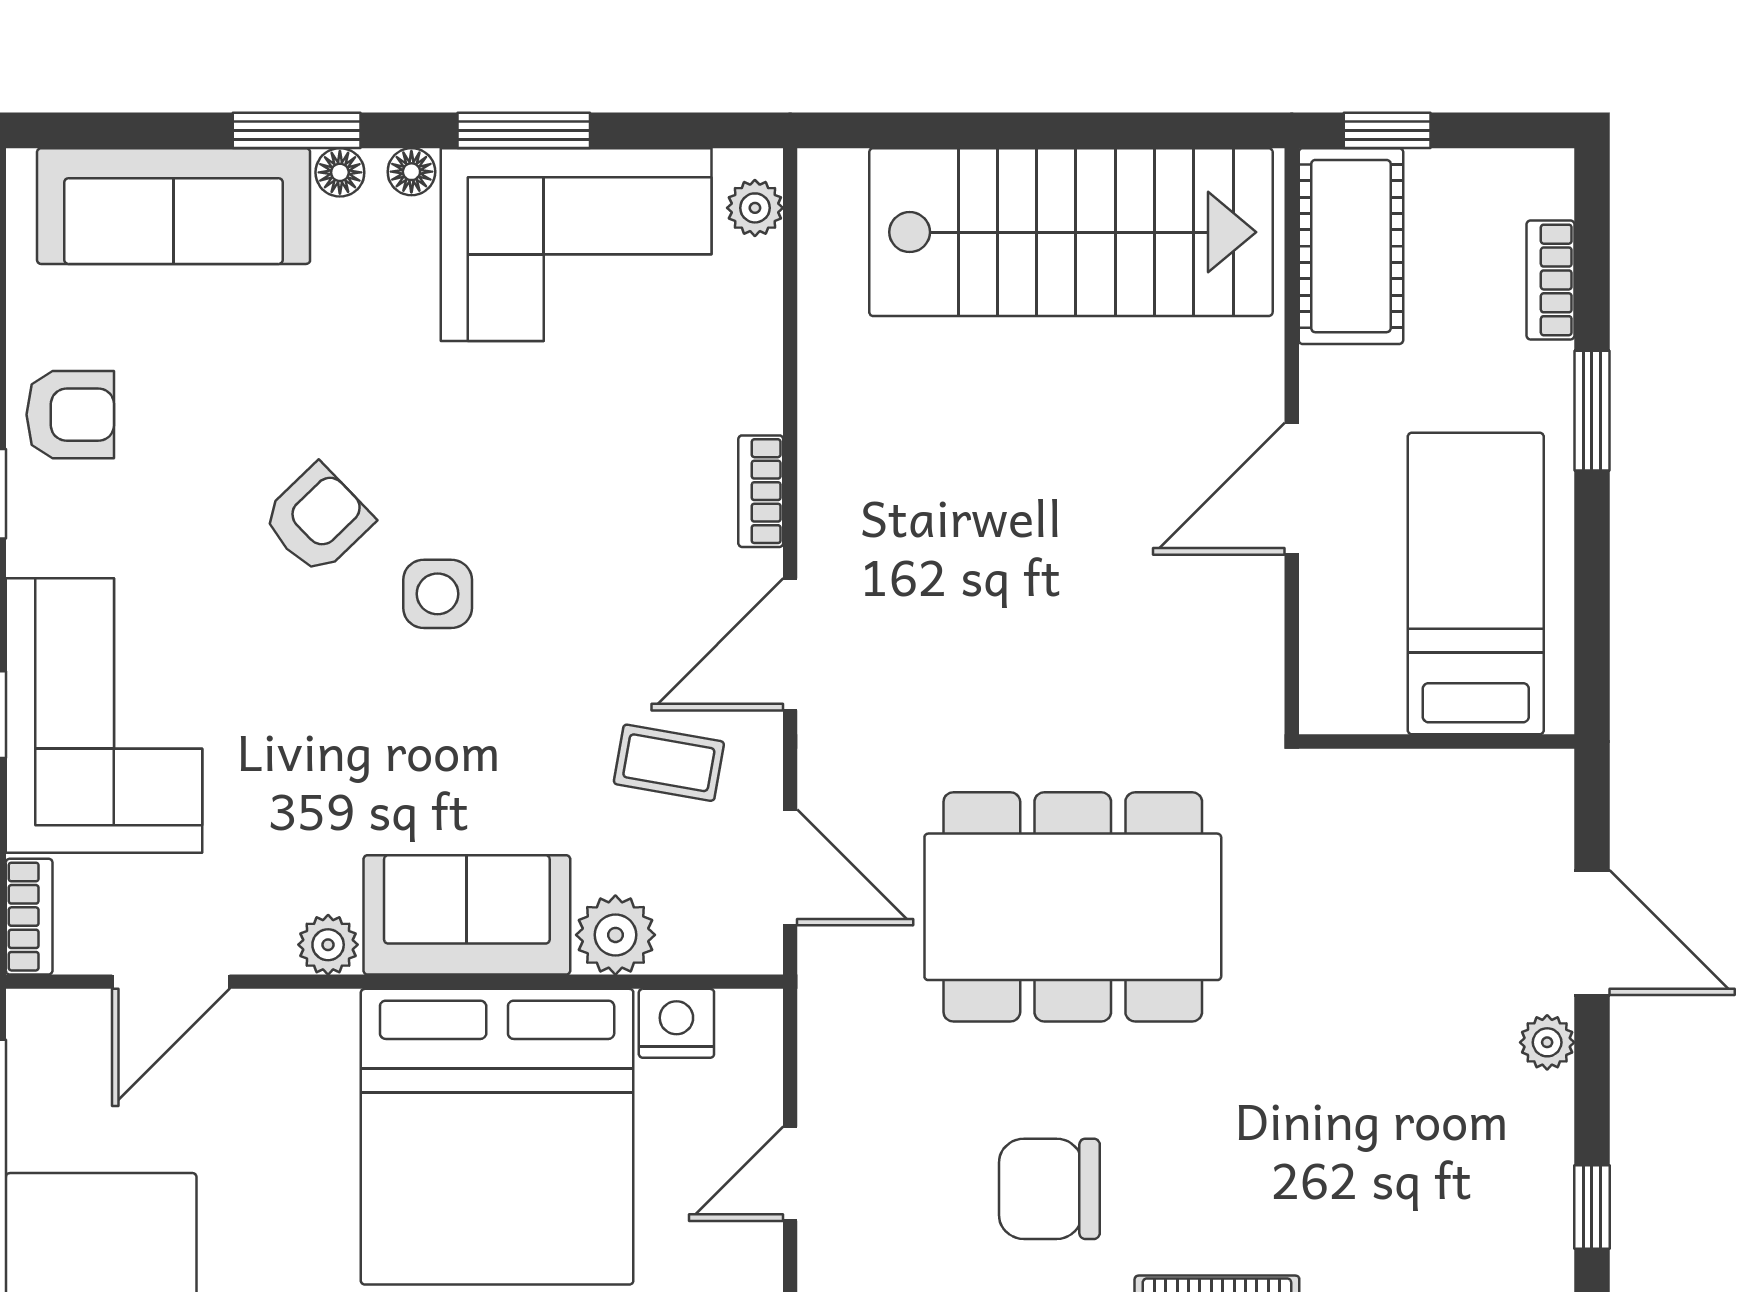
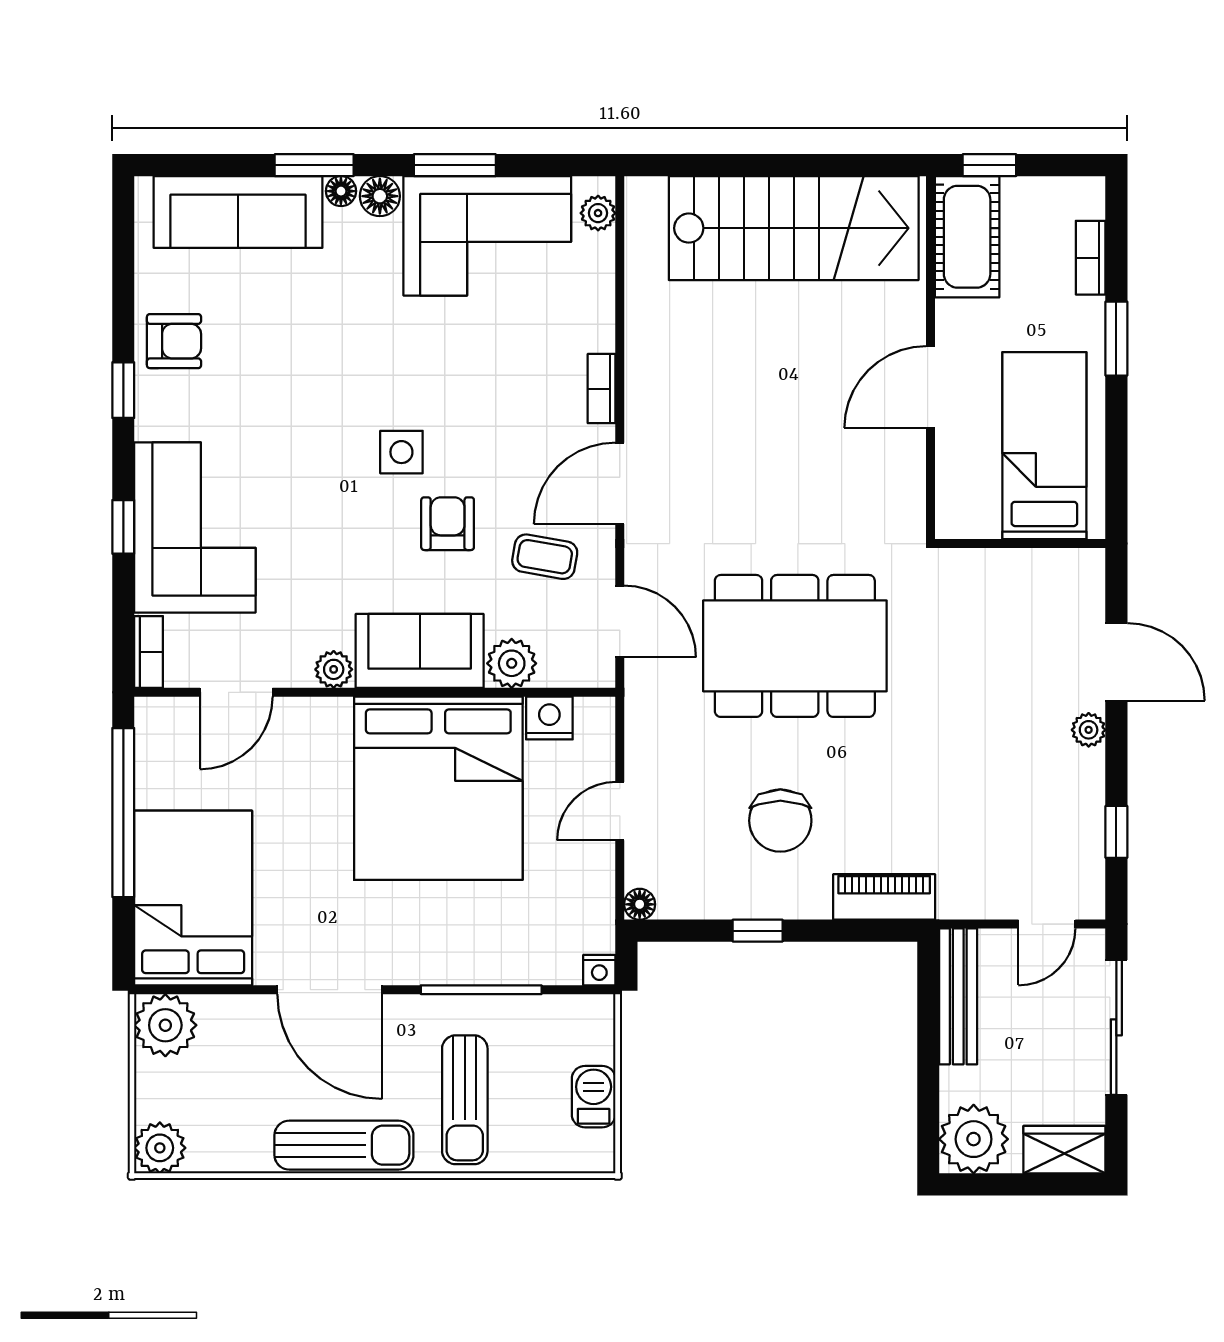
floor lamp: (411, 172) -> (380, 196), width x1.37, depth x1.37
armchair: (317, 519) -> (448, 524), moved, turned -46
chair: (1049, 1189) -> (780, 821), turned -90

